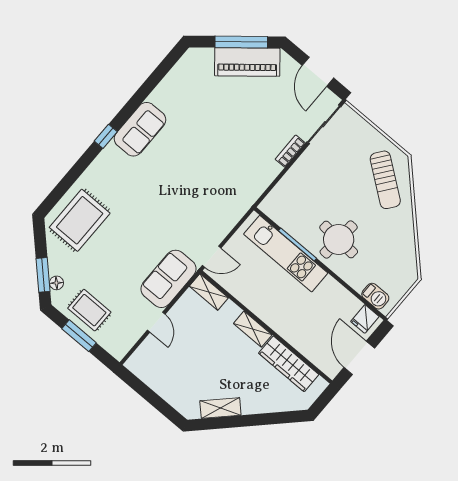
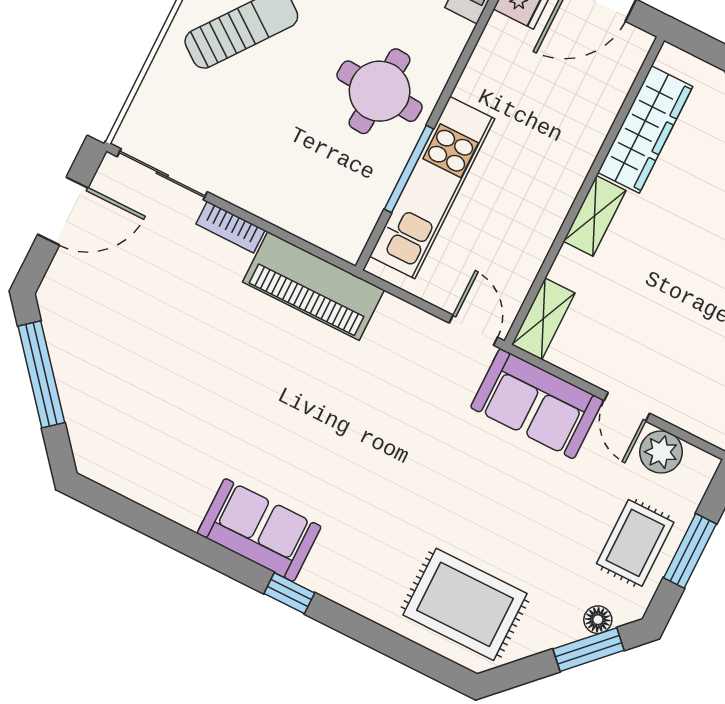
piano: (247, 62) -> (313, 286), moved, turned 130
door: (156, 322) -> (627, 407), swing flipped
plant: (130, 333) -> (661, 452), added

